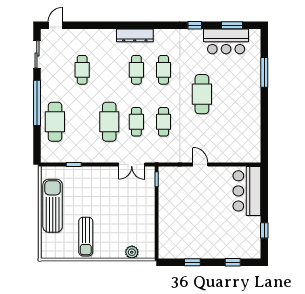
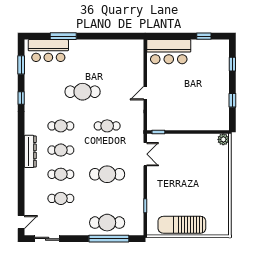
door: (56, 25) -> (21, 222), swing flipped
bar counter: (226, 41) -> (48, 51), moved, turned 90
window: (37, 103) -> (109, 239), moved
cafe table: (136, 122) -> (61, 174), moved
sun lounger: (86, 237) -> (209, 195), removed
plant: (132, 252) -> (223, 139), moved

